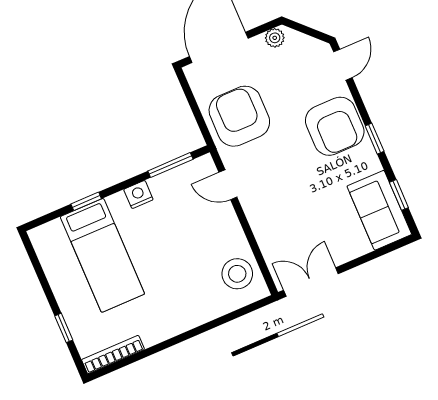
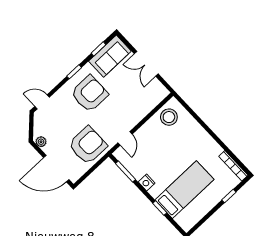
armchair: (239, 116) -> (88, 145), turned 180
armchair: (335, 126) -> (89, 94), moved
double door: (311, 282) -> (146, 64), moved

